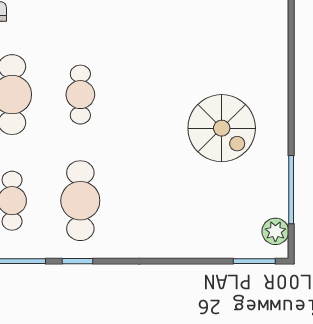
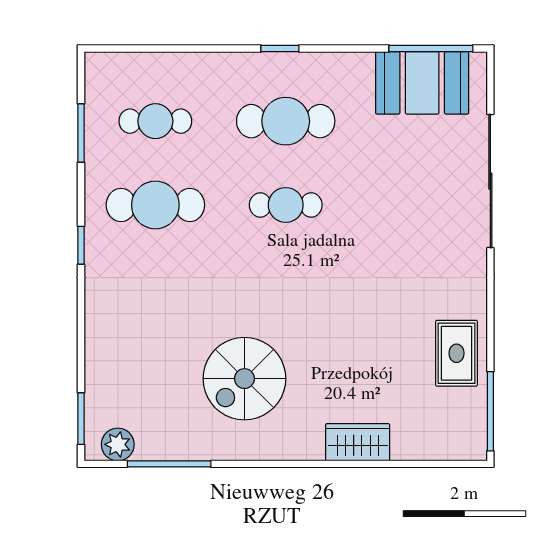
wardrobe: (274, 36) -> (358, 442), added
window: (78, 261) -> (81, 245), moved

